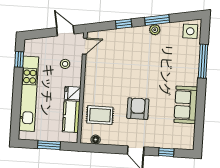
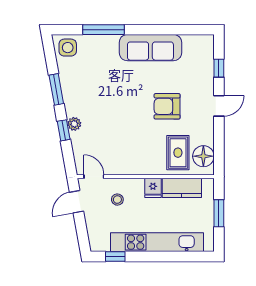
plant: (155, 30) -> (74, 124), moved
sofa: (186, 105) -> (150, 48), width x1.36
floor lamp: (96, 140) -> (203, 156), width x1.89, depth x1.89

